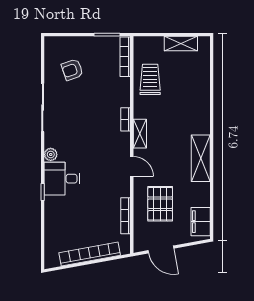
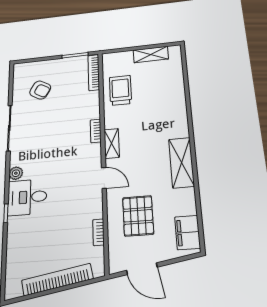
armchair: (72, 70) -> (40, 90), turned -131
bookcase: (126, 216) -> (98, 232), width x0.64

